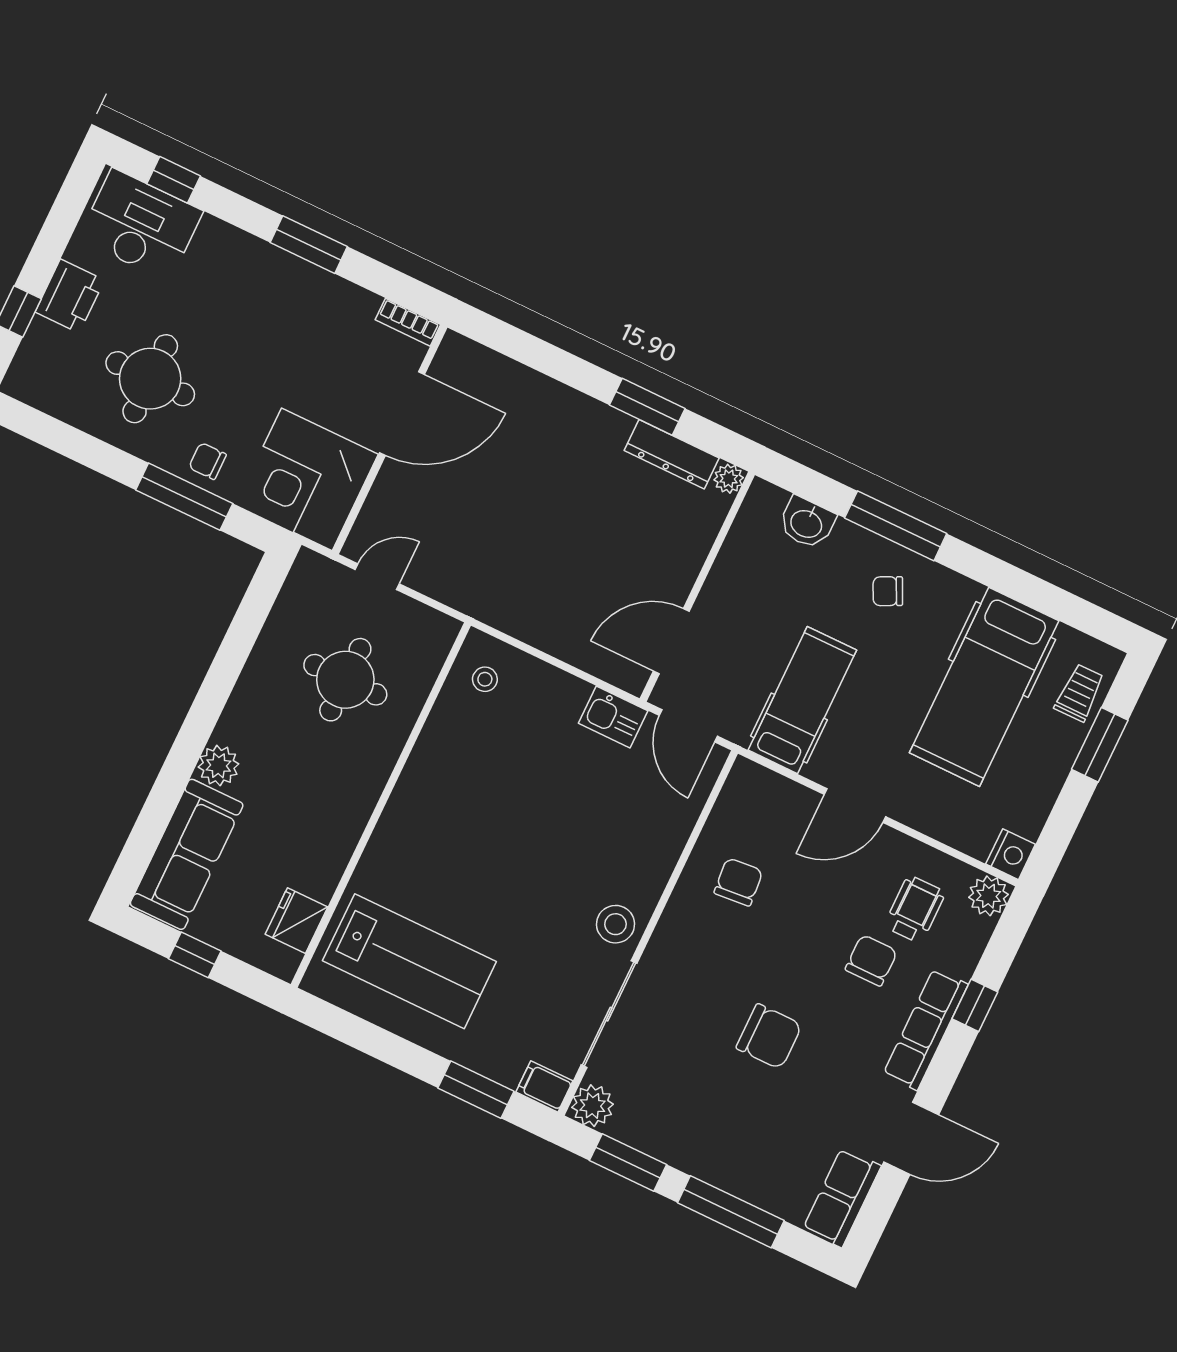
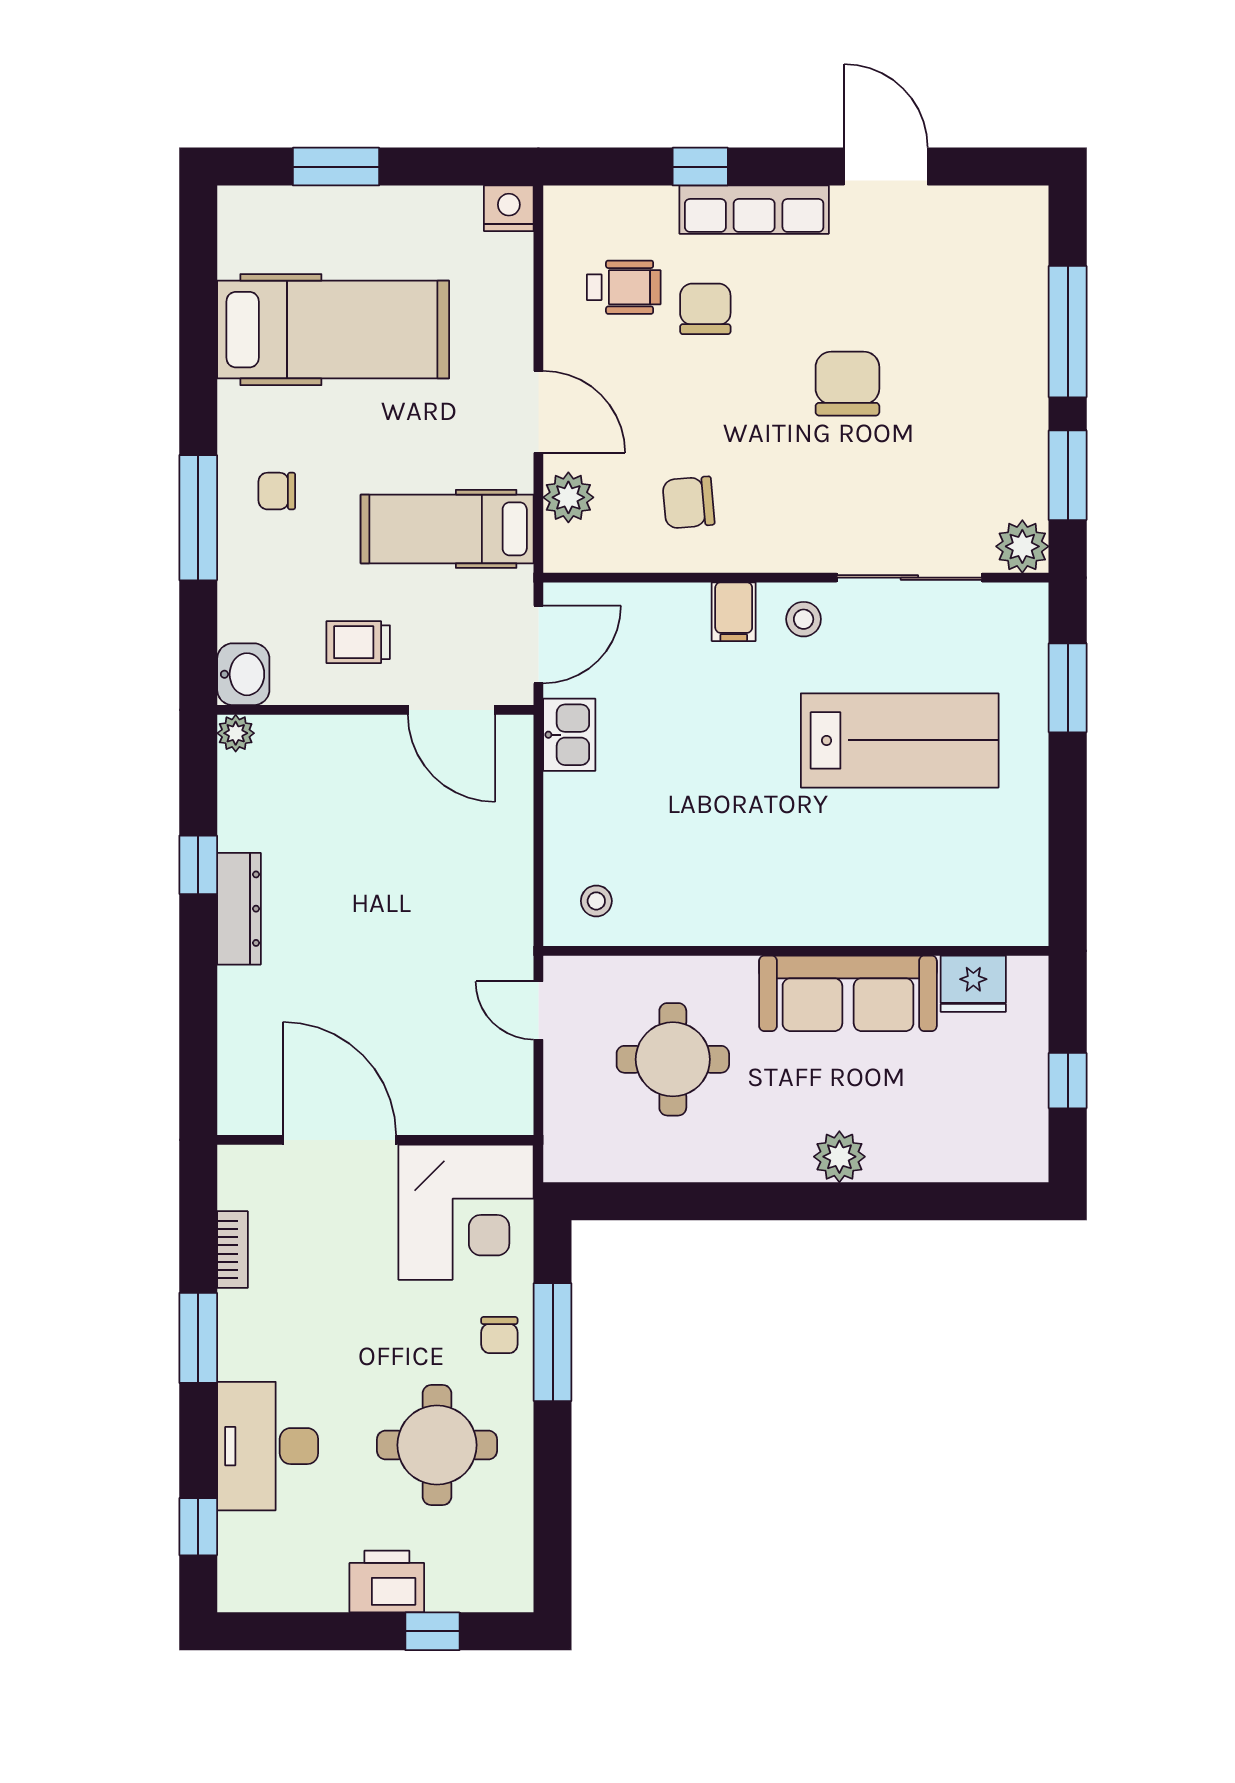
desk: (141, 225) -> (268, 1446), moved
bookcase: (408, 322) -> (232, 1250), moved
window: (647, 407) -> (198, 865), width x0.67
dresser: (672, 454) -> (239, 909), moved
washbasin: (807, 523) -> (243, 674), moved
door: (377, 577) -> (538, 1011), moved
chair: (888, 591) -> (277, 491), turned 116
trolley: (1079, 693) -> (358, 642), moved
sofa: (187, 854) -> (848, 993), moved, turned 180
plant: (989, 896) -> (568, 497), moved
wheelchair: (915, 909) -> (624, 287), turned 180
stool: (616, 924) -> (804, 619), width x0.73, depth x0.73
chair: (871, 960) -> (705, 309), turned 90
lab bench: (409, 961) -> (900, 740), moved, turned 90
filing cabinet: (544, 1086) -> (734, 612), moved
row of seats: (842, 1197) -> (991, 213), removed

